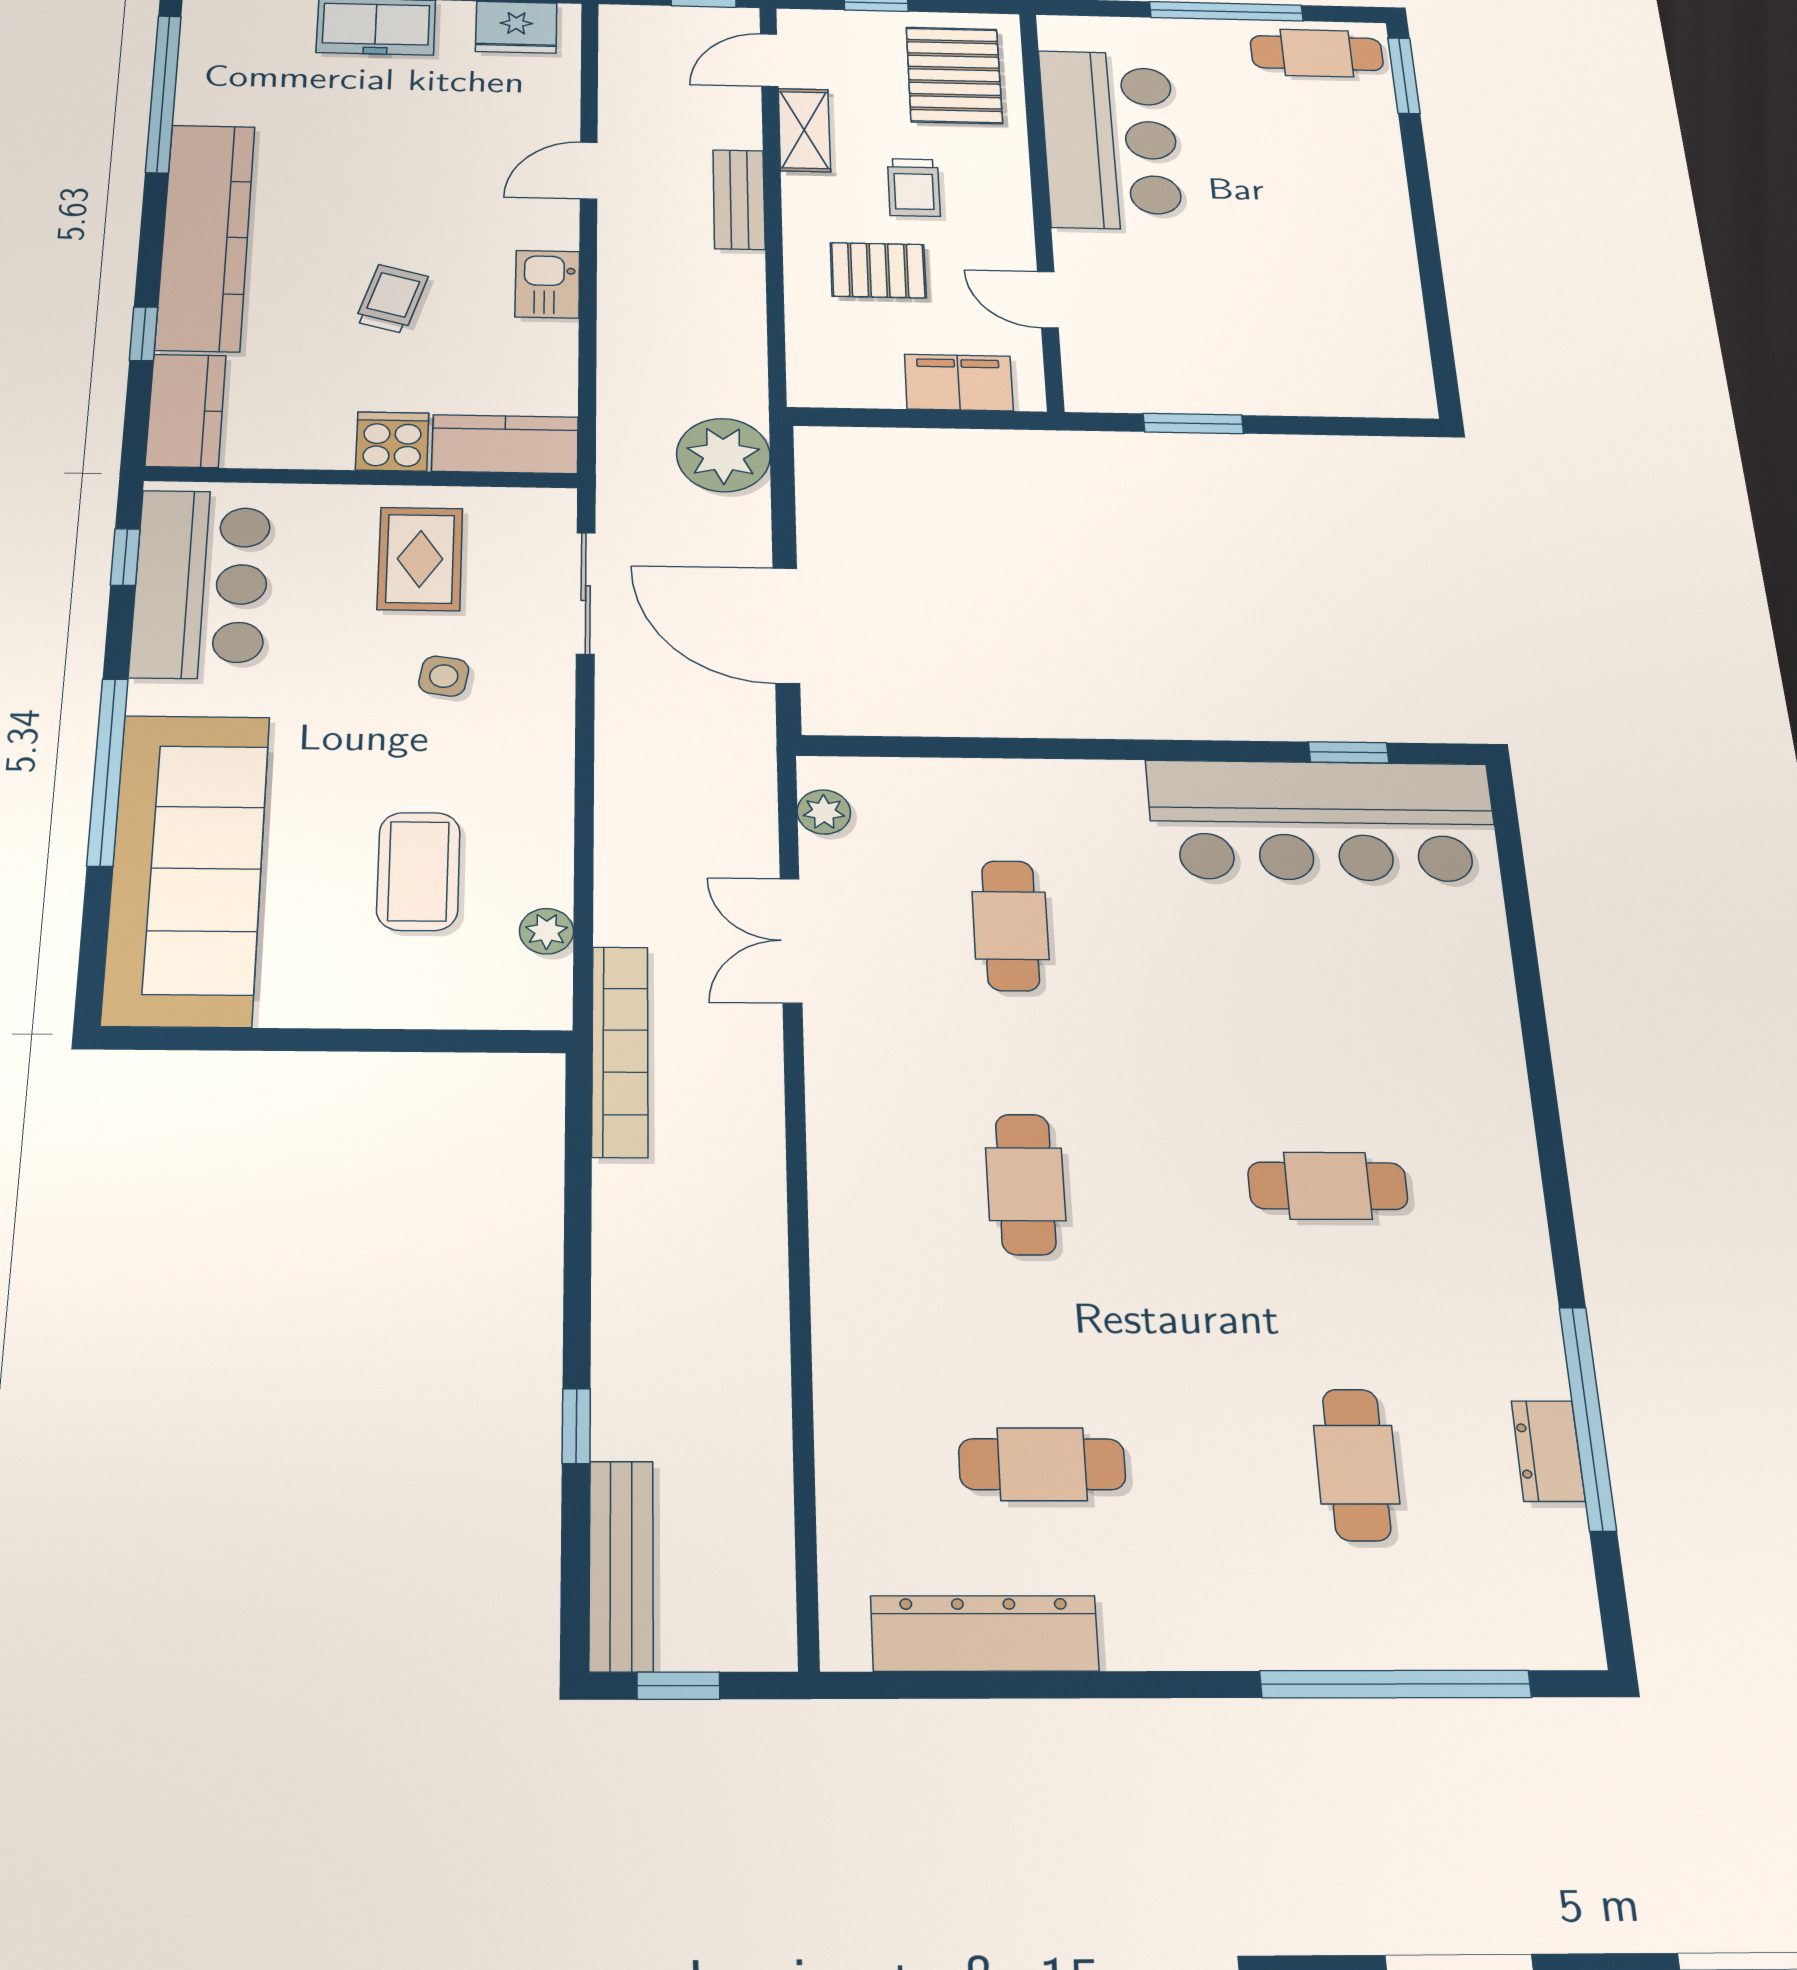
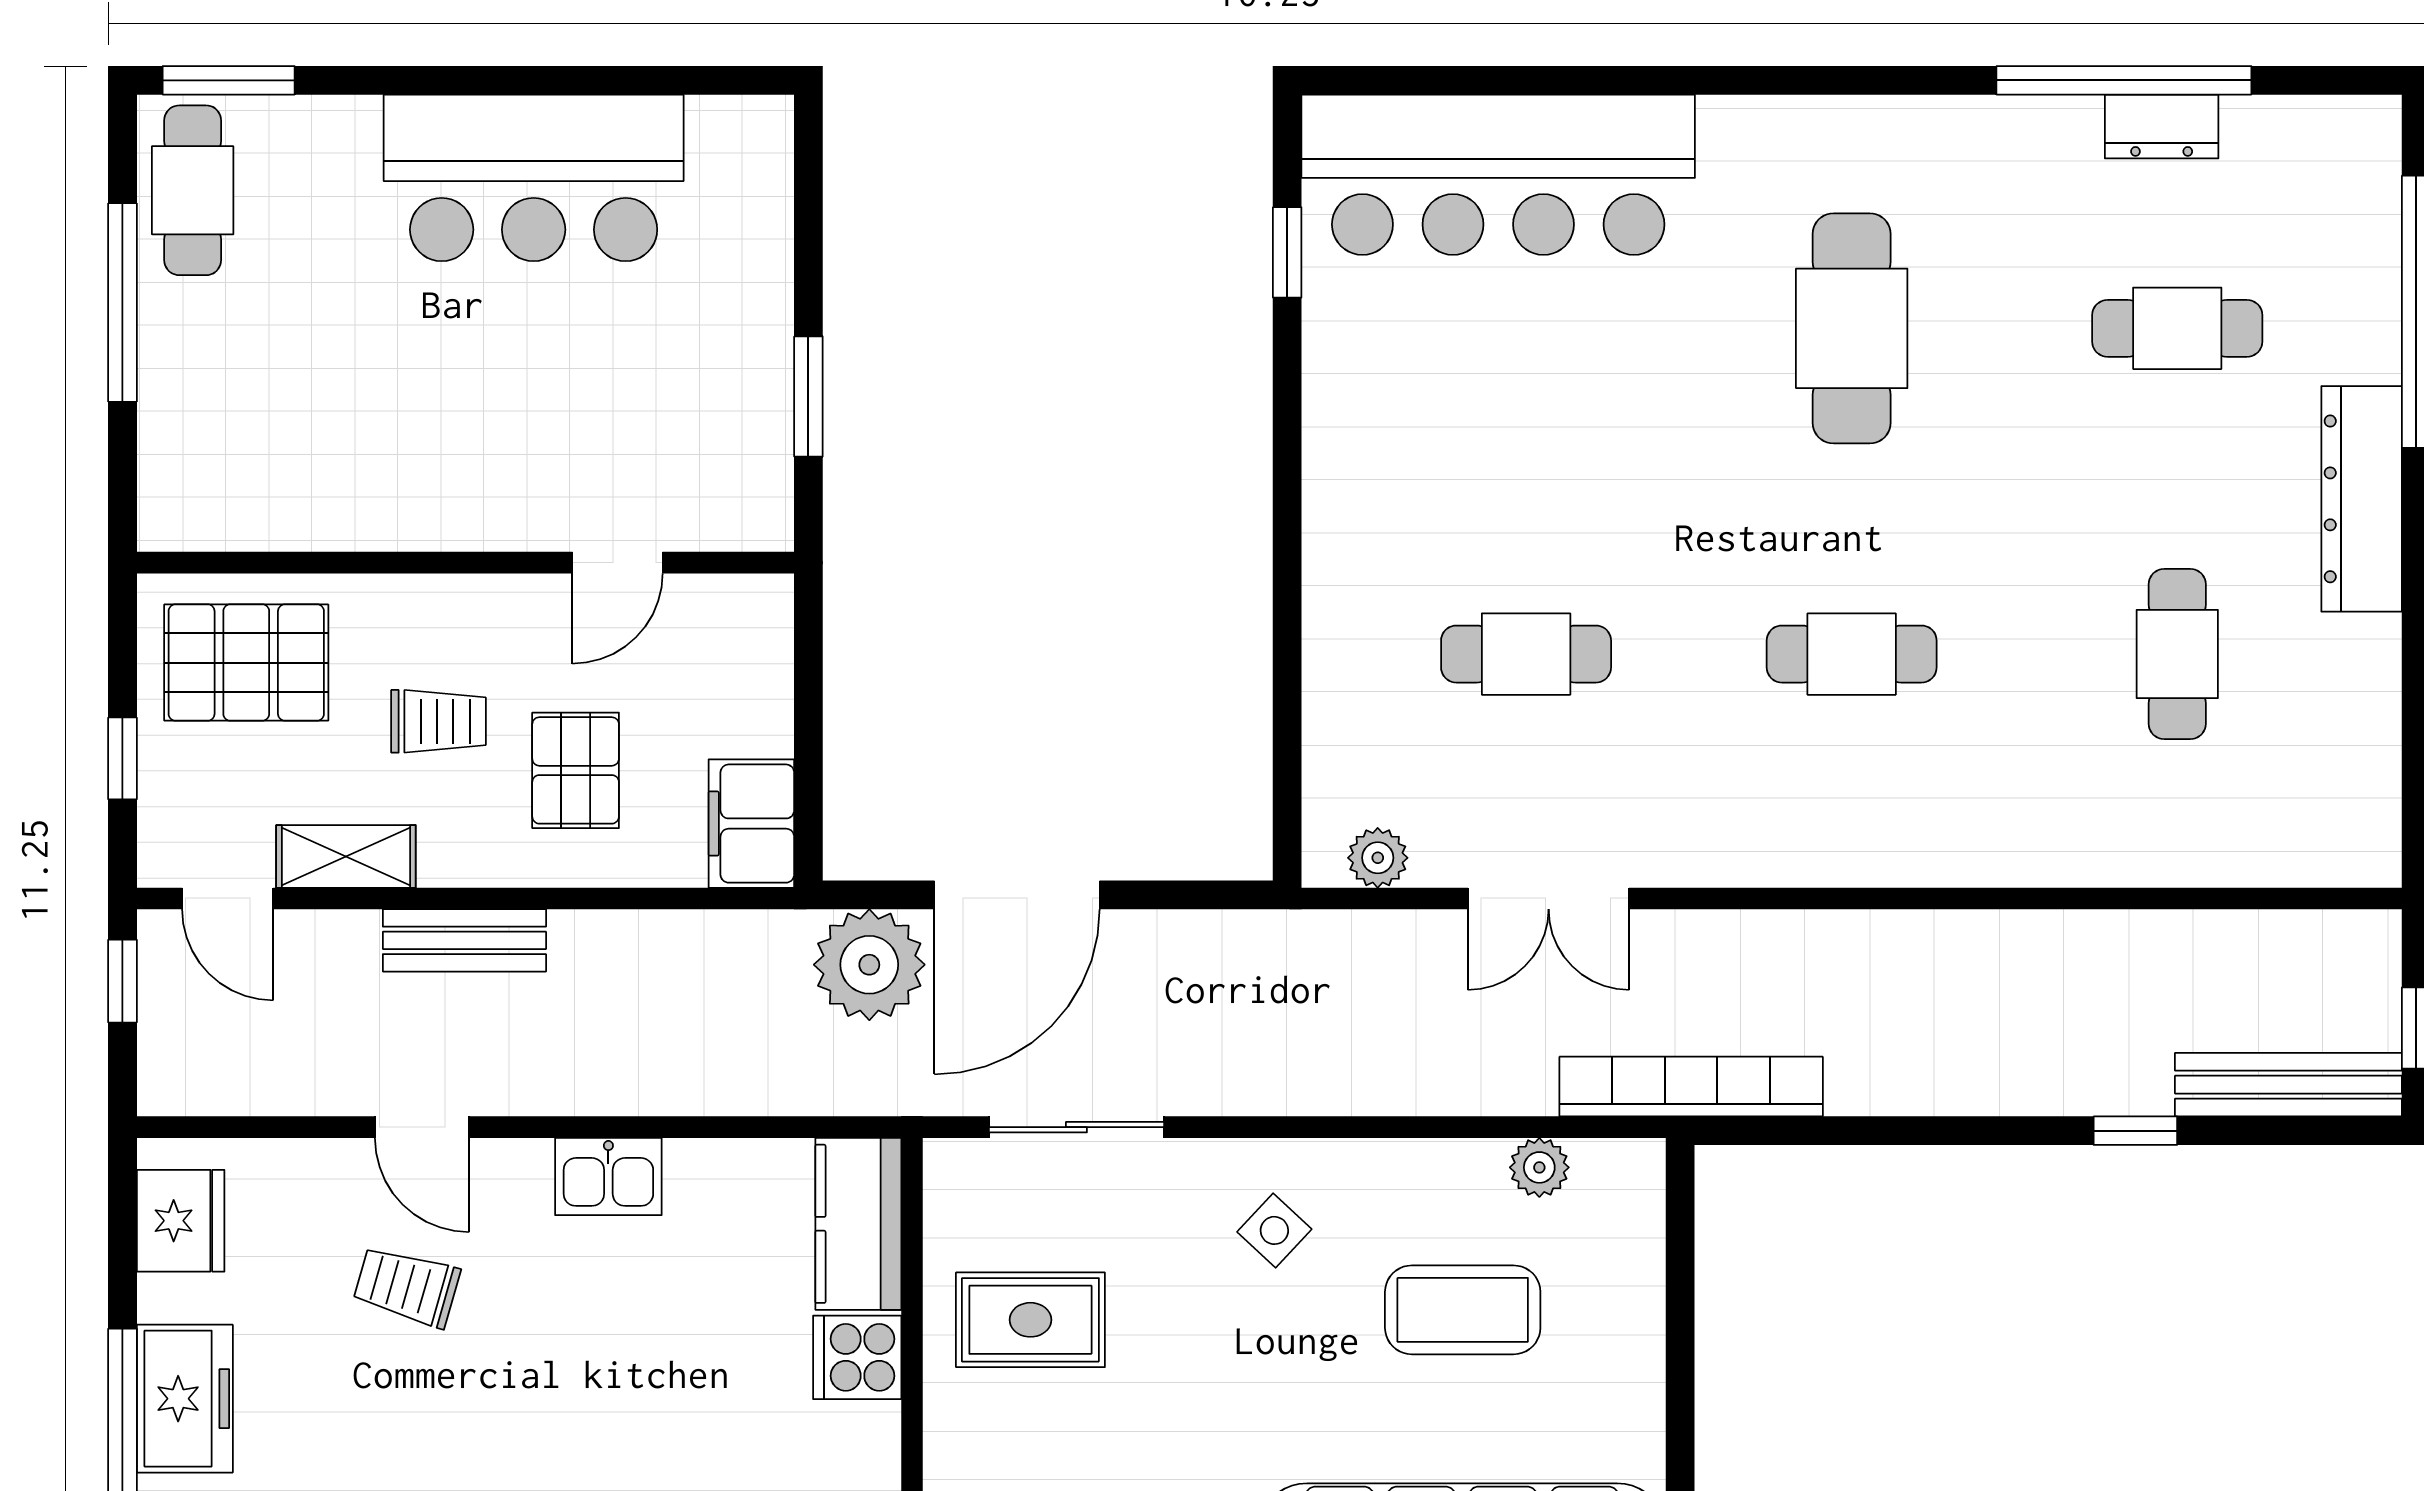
bar counter: (1110, 139) -> (534, 178), moved, turned 180
trolley: (392, 299) -> (407, 1286), moved
filing cabinet: (959, 383) -> (751, 824), moved
door: (786, 626) -> (1017, 895), moved
side table: (444, 676) -> (1274, 1230), moved, turned 34
bar counter: (1322, 821) -> (1498, 175), moved, turned 90
cafe table: (1328, 1186) -> (1852, 328), width x1.37, depth x1.35
dresser: (985, 1633) -> (2362, 499), moved

